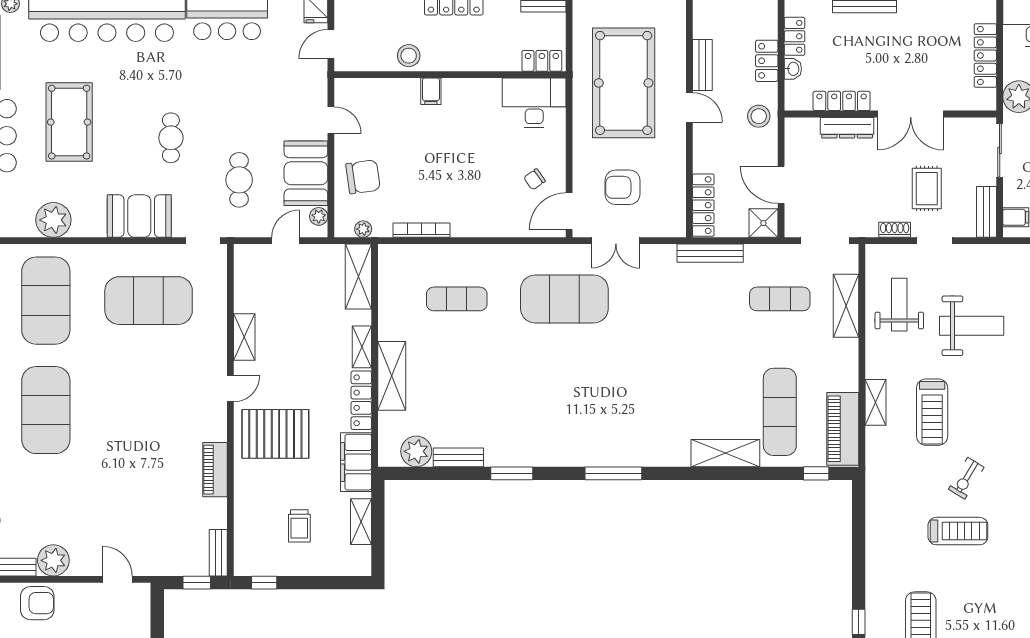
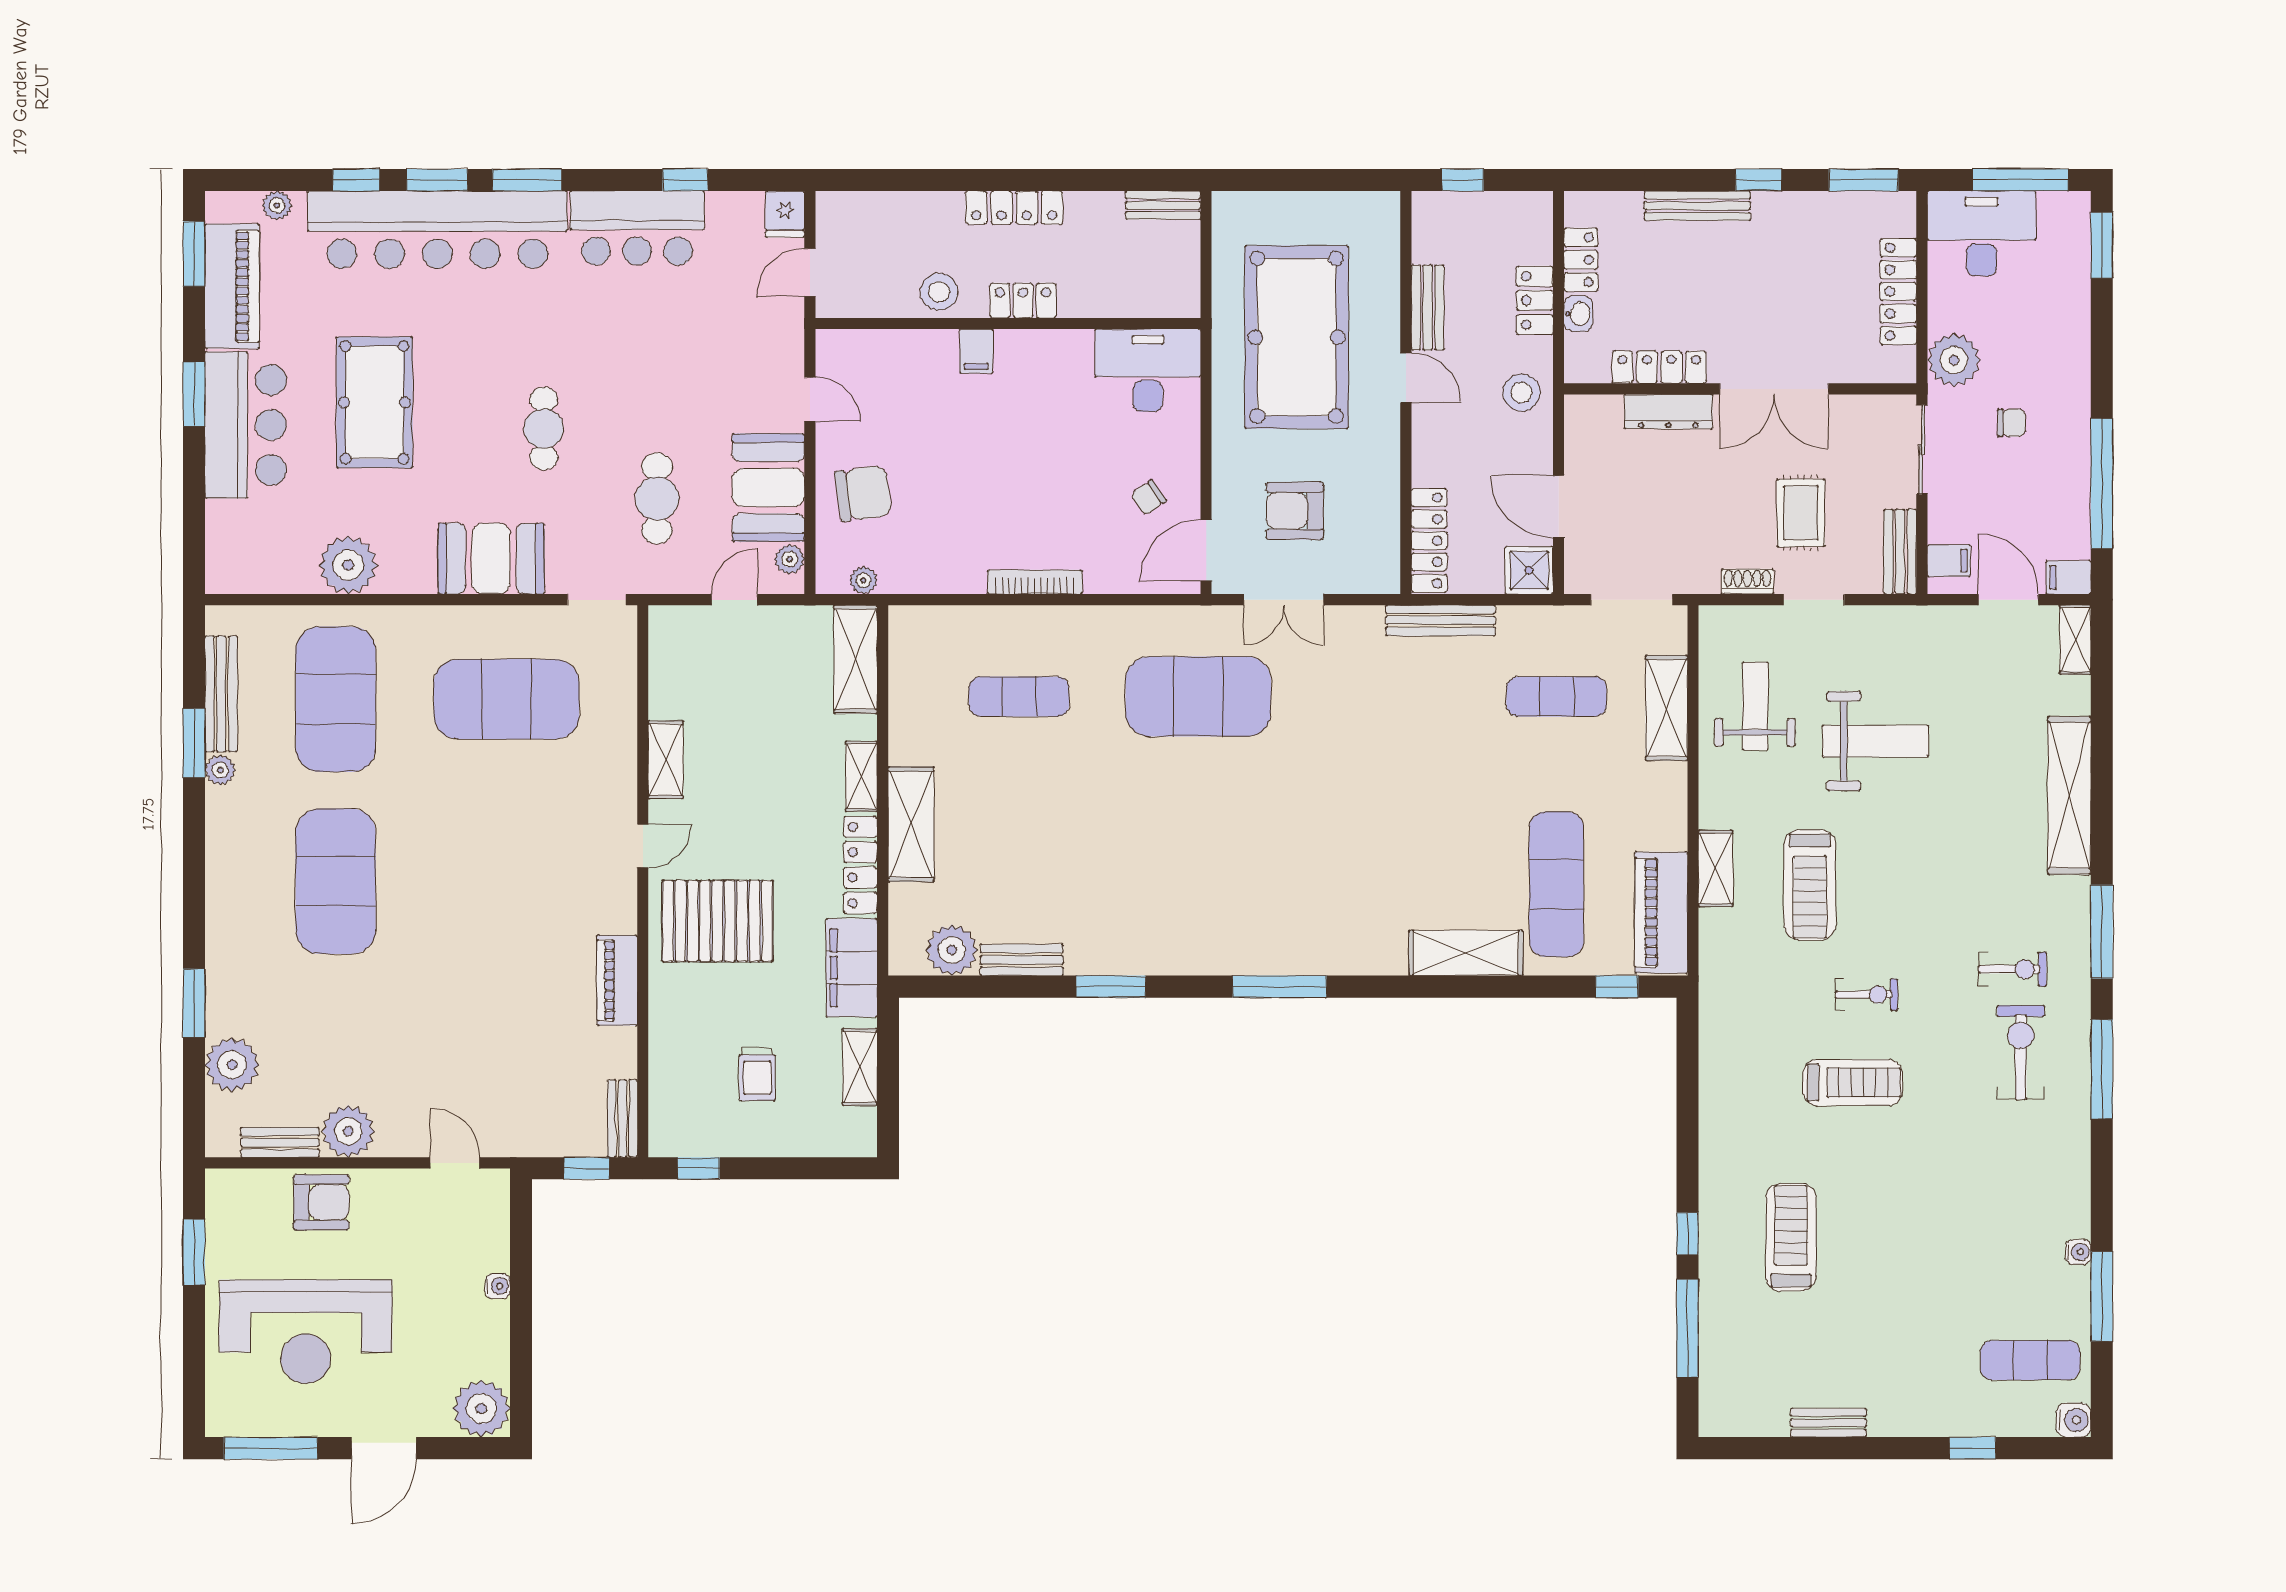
locker: (542, 61) -> (1023, 300), moved
bookcase: (422, 230) -> (1035, 582), moved
exercise bike: (966, 478) -> (1867, 995), turned -121

